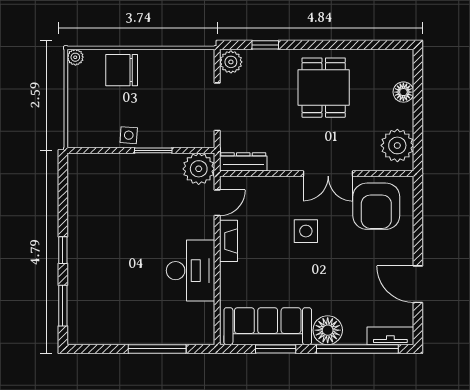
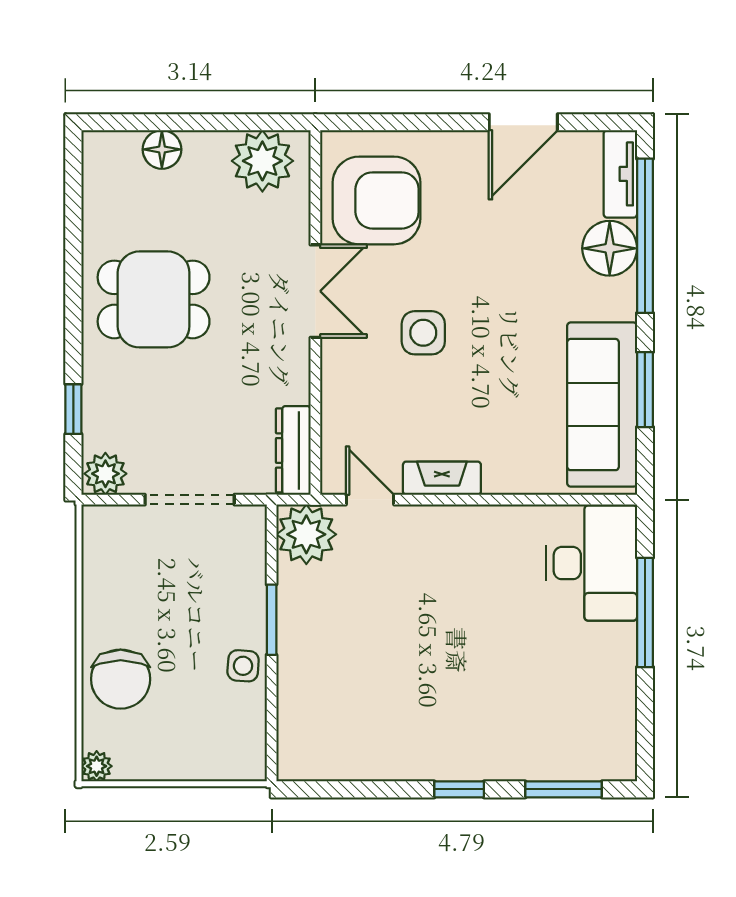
desk: (191, 271) -> (592, 563), moved, turned 90
floor lamp: (328, 330) -> (610, 248), moved

